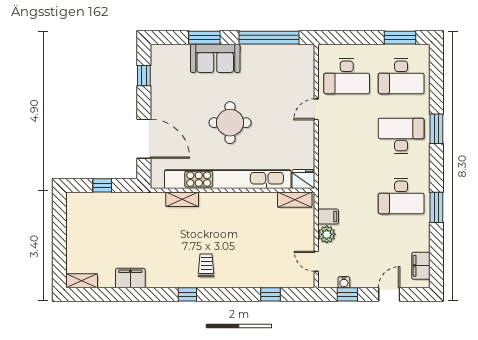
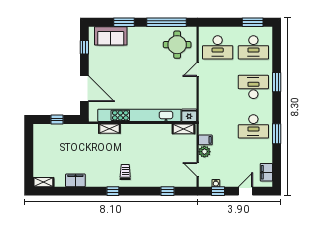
sofa: (215, 58) -> (111, 36), moved
round table: (230, 123) -> (177, 45), moved

